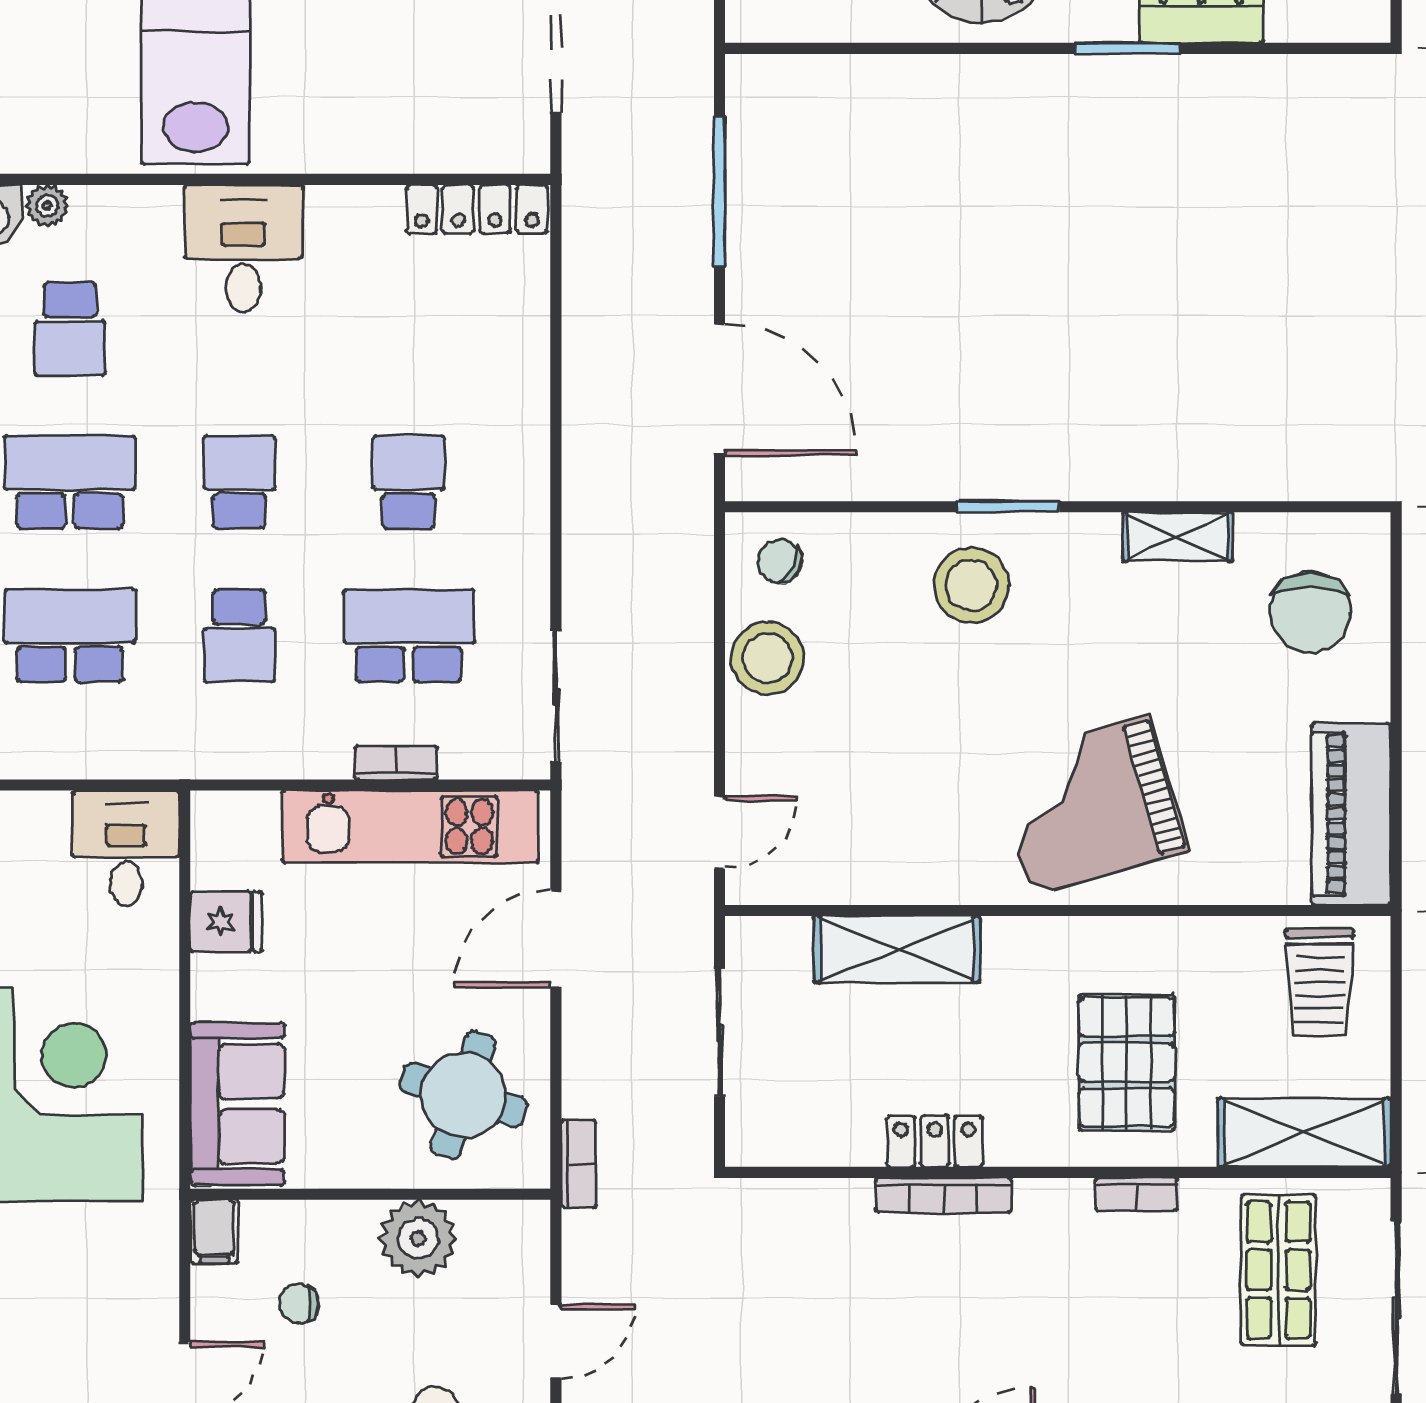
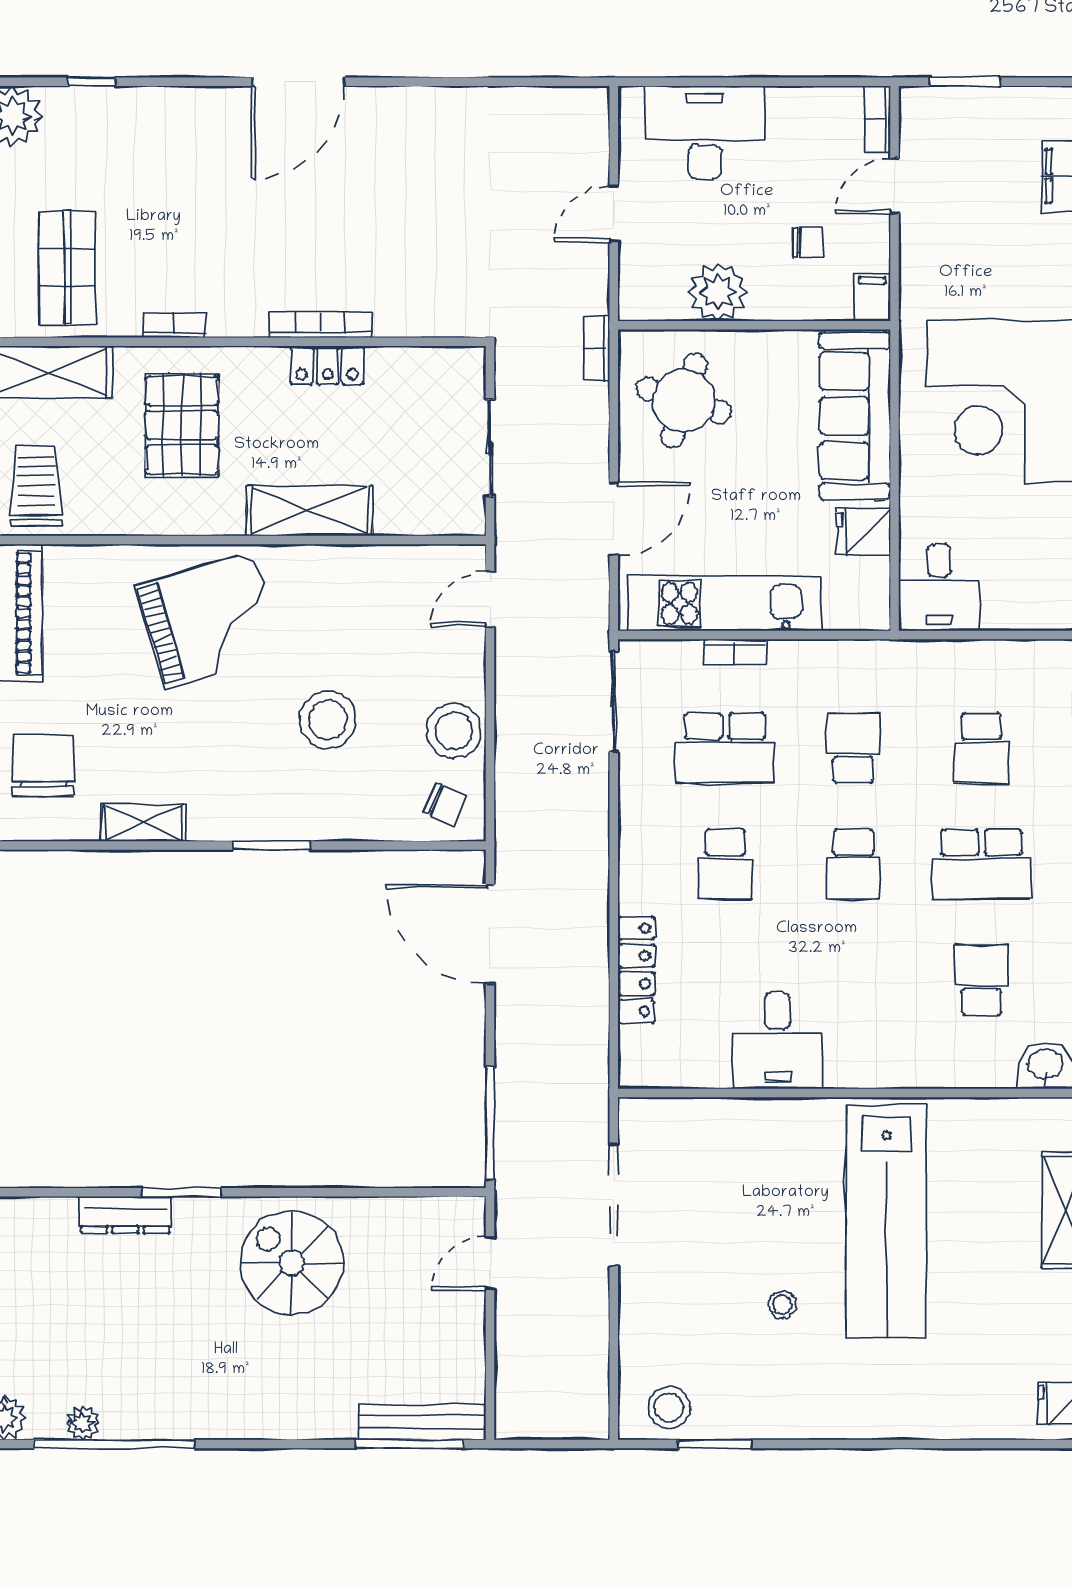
window: (720, 192) -> (490, 1123), moved
plant: (47, 206) -> (999, 1073), removed
locker: (477, 209) -> (636, 970), moved, turned 90
desk: (243, 248) -> (777, 1041), moved
stool: (971, 585) -> (328, 720), moved
school desk: (70, 636) -> (981, 748), width x0.54
shelving: (897, 949) -> (310, 511), moved
sofa: (237, 1104) -> (855, 416), width x1.36

